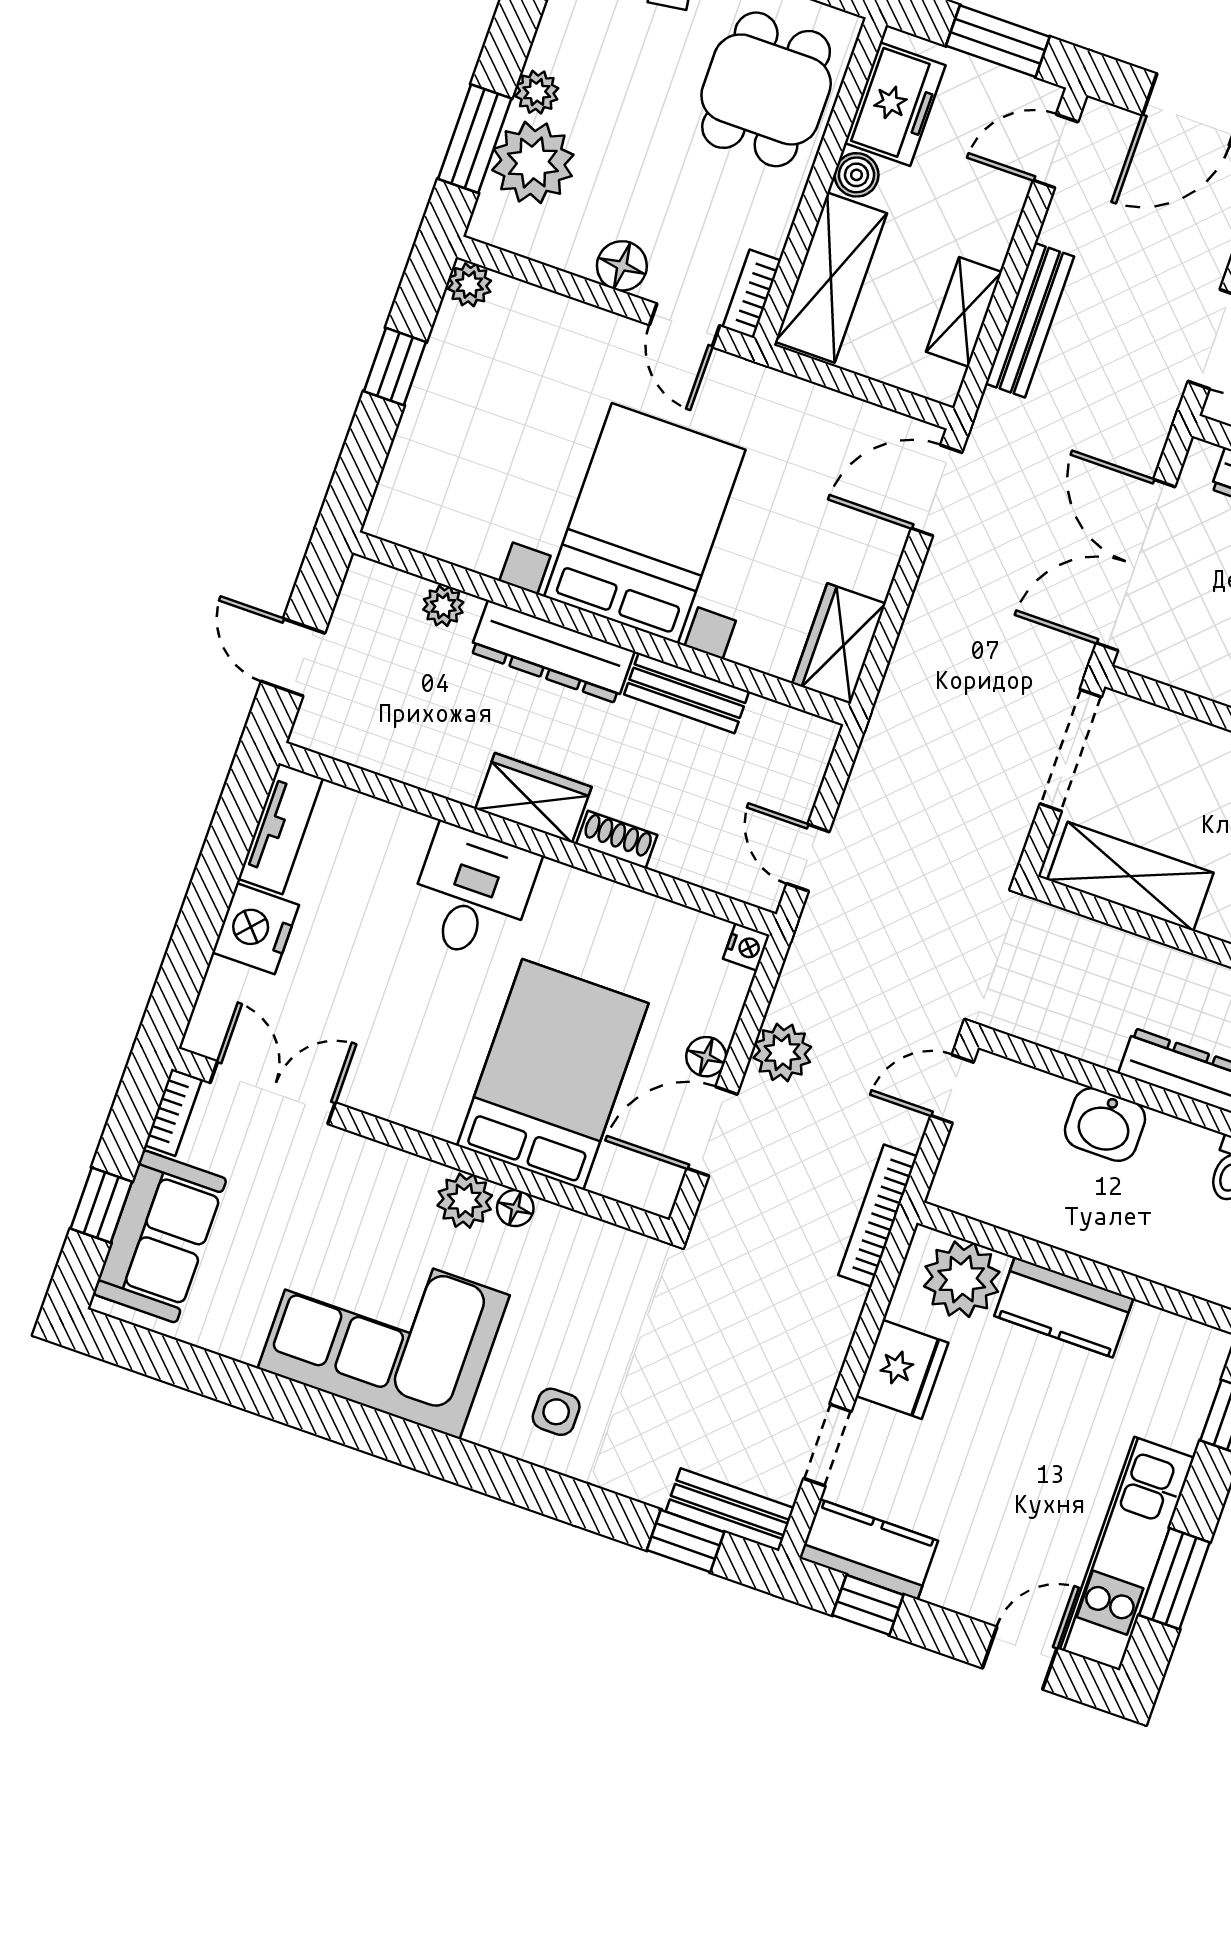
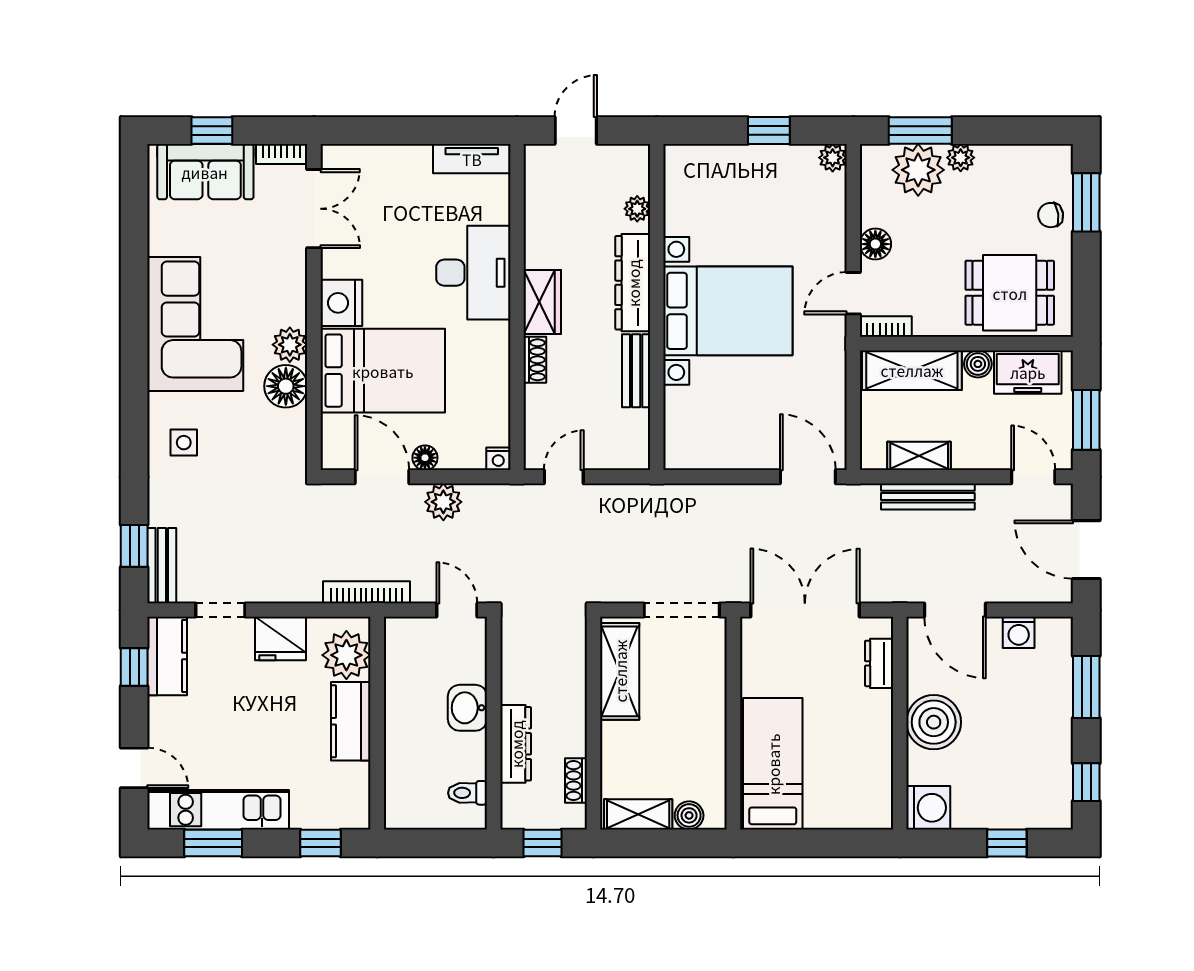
wardrobe: (839, 644) -> (697, 451), removed
desk: (472, 893) -> (473, 273), width x1.37
nightstand: (256, 929) -> (341, 303), moved, turned -90
floor lamp: (515, 1208) -> (286, 386), width x1.89, depth x1.89

